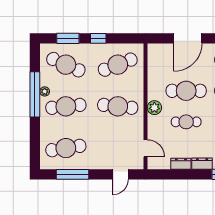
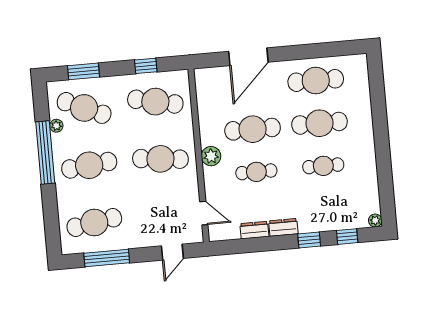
window: (98, 38) -> (146, 66), moved
cafe table: (118, 65) -> (155, 102), turned 33
plant: (45, 91) -> (56, 126), moved

